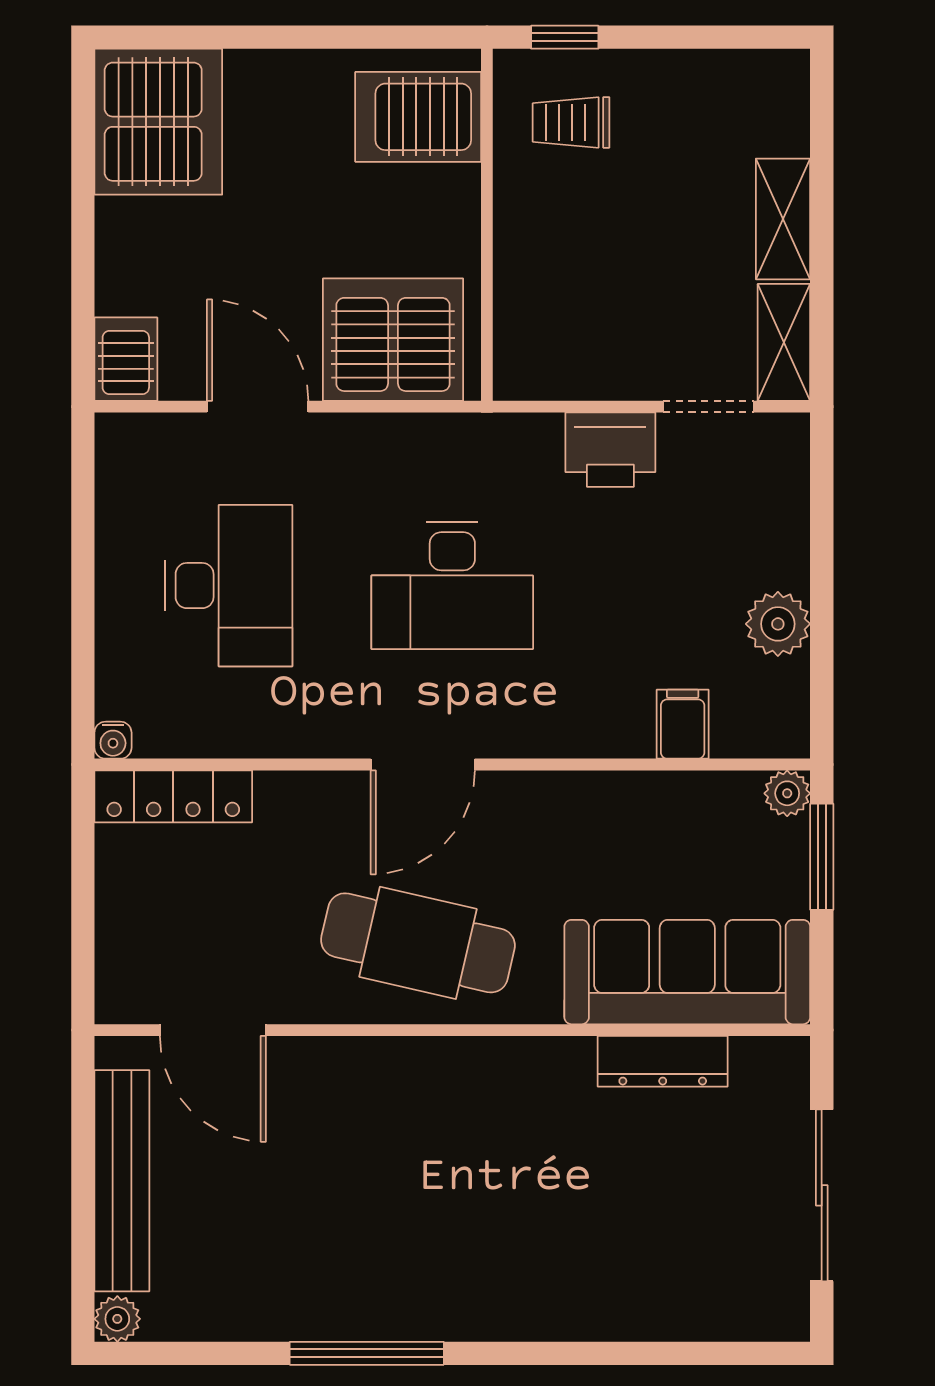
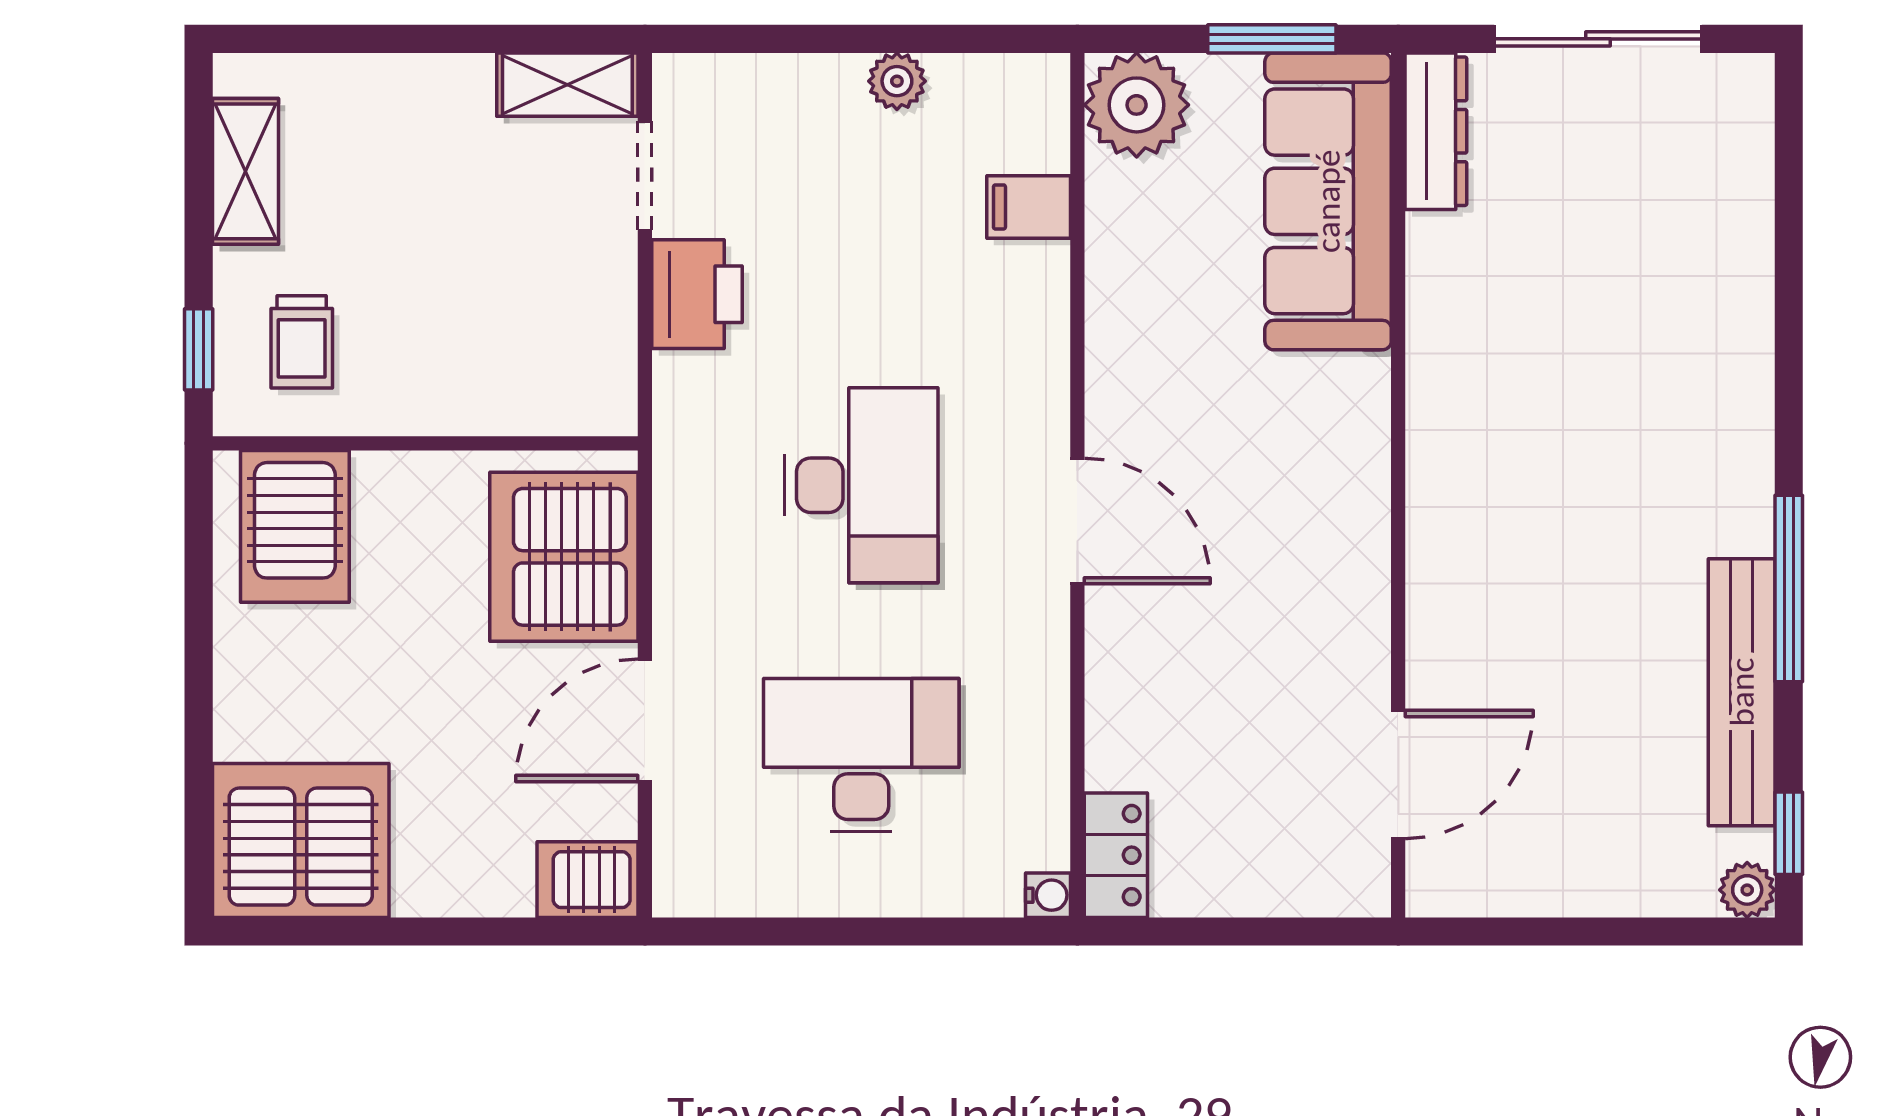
shelving: (783, 219) -> (245, 171), moved, turned 90
plant: (778, 624) -> (897, 81), width x0.73, depth x0.73
plant: (787, 793) -> (1137, 105), width x1.88, depth x1.88
locker: (173, 796) -> (1116, 855), width x0.66
window: (822, 857) -> (1272, 39), moved
cafe table: (418, 943) -> (1293, 527), removed
dresser: (663, 1061) -> (1436, 131), moved
bench: (122, 1181) -> (1742, 692), moved, turned 90
window: (164, 1353) -> (1789, 833), added

